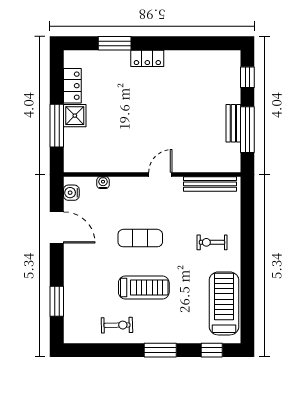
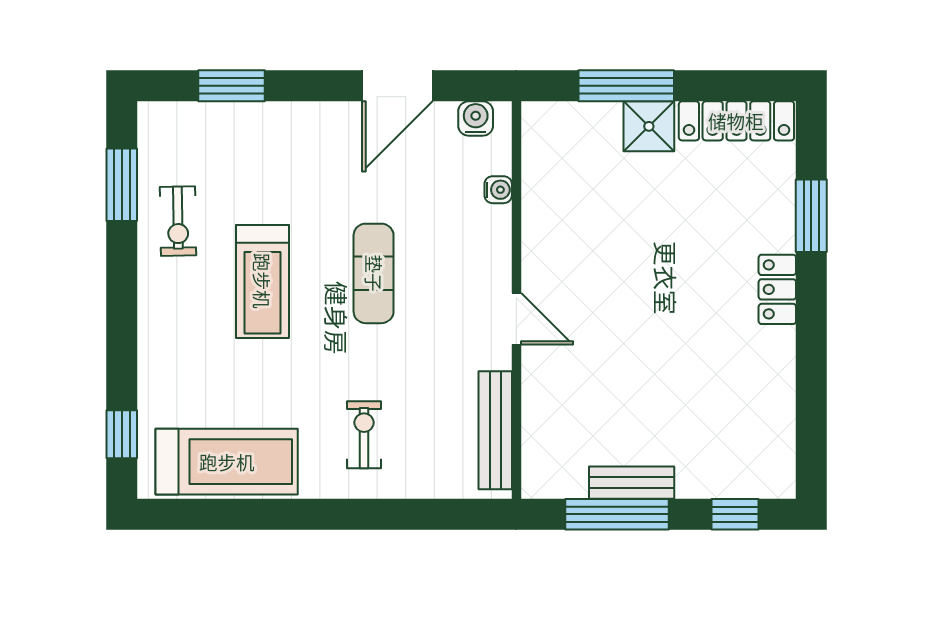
locker: (72, 86) -> (736, 121), width x1.53
window: (160, 350) -> (122, 185), moved

